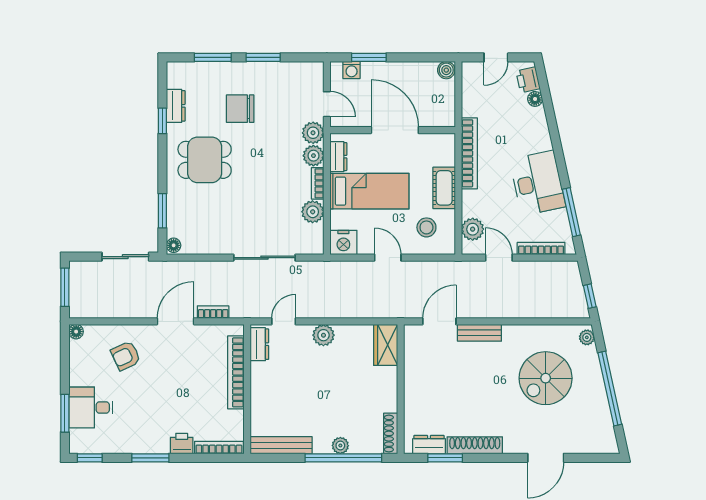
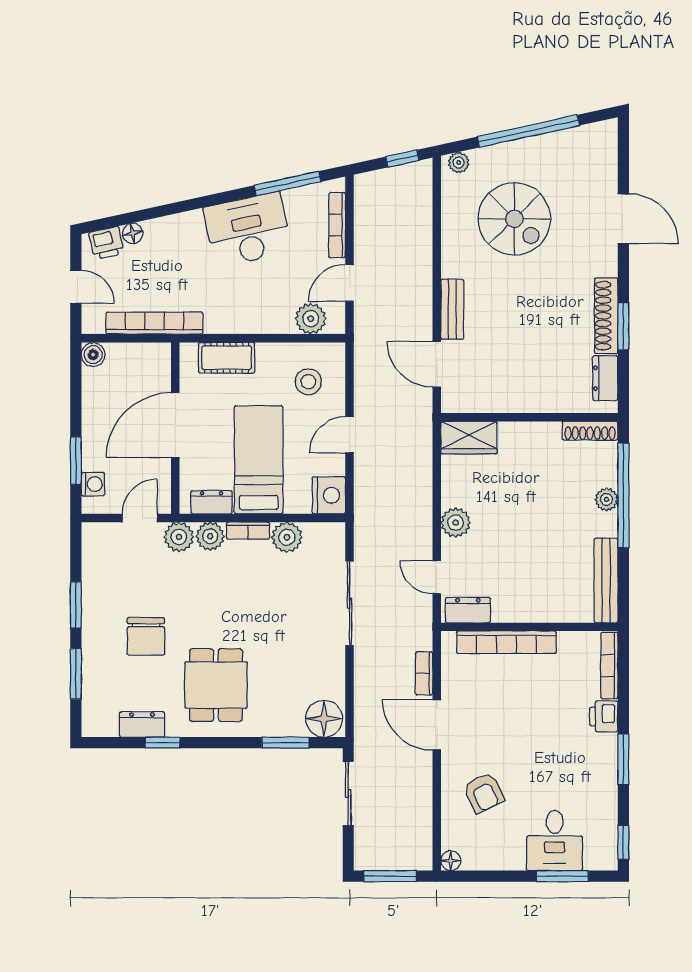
bookcase: (469, 153) -> (154, 323), moved
cot: (444, 188) -> (227, 358), moved
floor lamp: (174, 245) -> (324, 719), width x1.89, depth x1.89
window: (445, 458) -> (623, 326), moved

